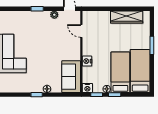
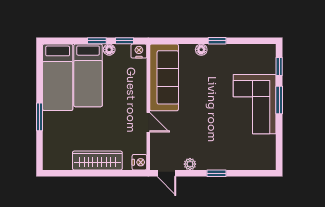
wardrobe: (127, 17) -> (97, 161), moved
door: (81, 31) -> (148, 122), moved
nightstand: (87, 61) -> (139, 162), moved
sofa: (71, 77) -> (164, 77), width x1.36

